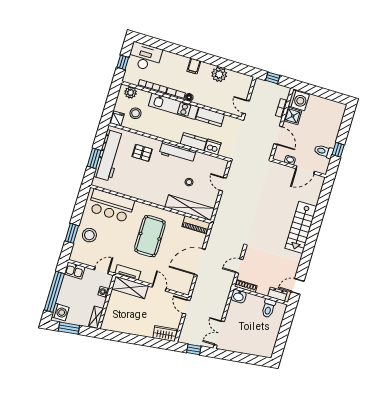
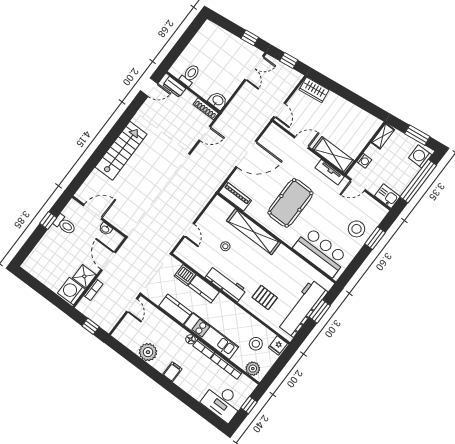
shelving: (190, 208) -> (254, 232), moved
door: (159, 288) -> (302, 142), swing flipped
window: (232, 356) -> (250, 38), added

